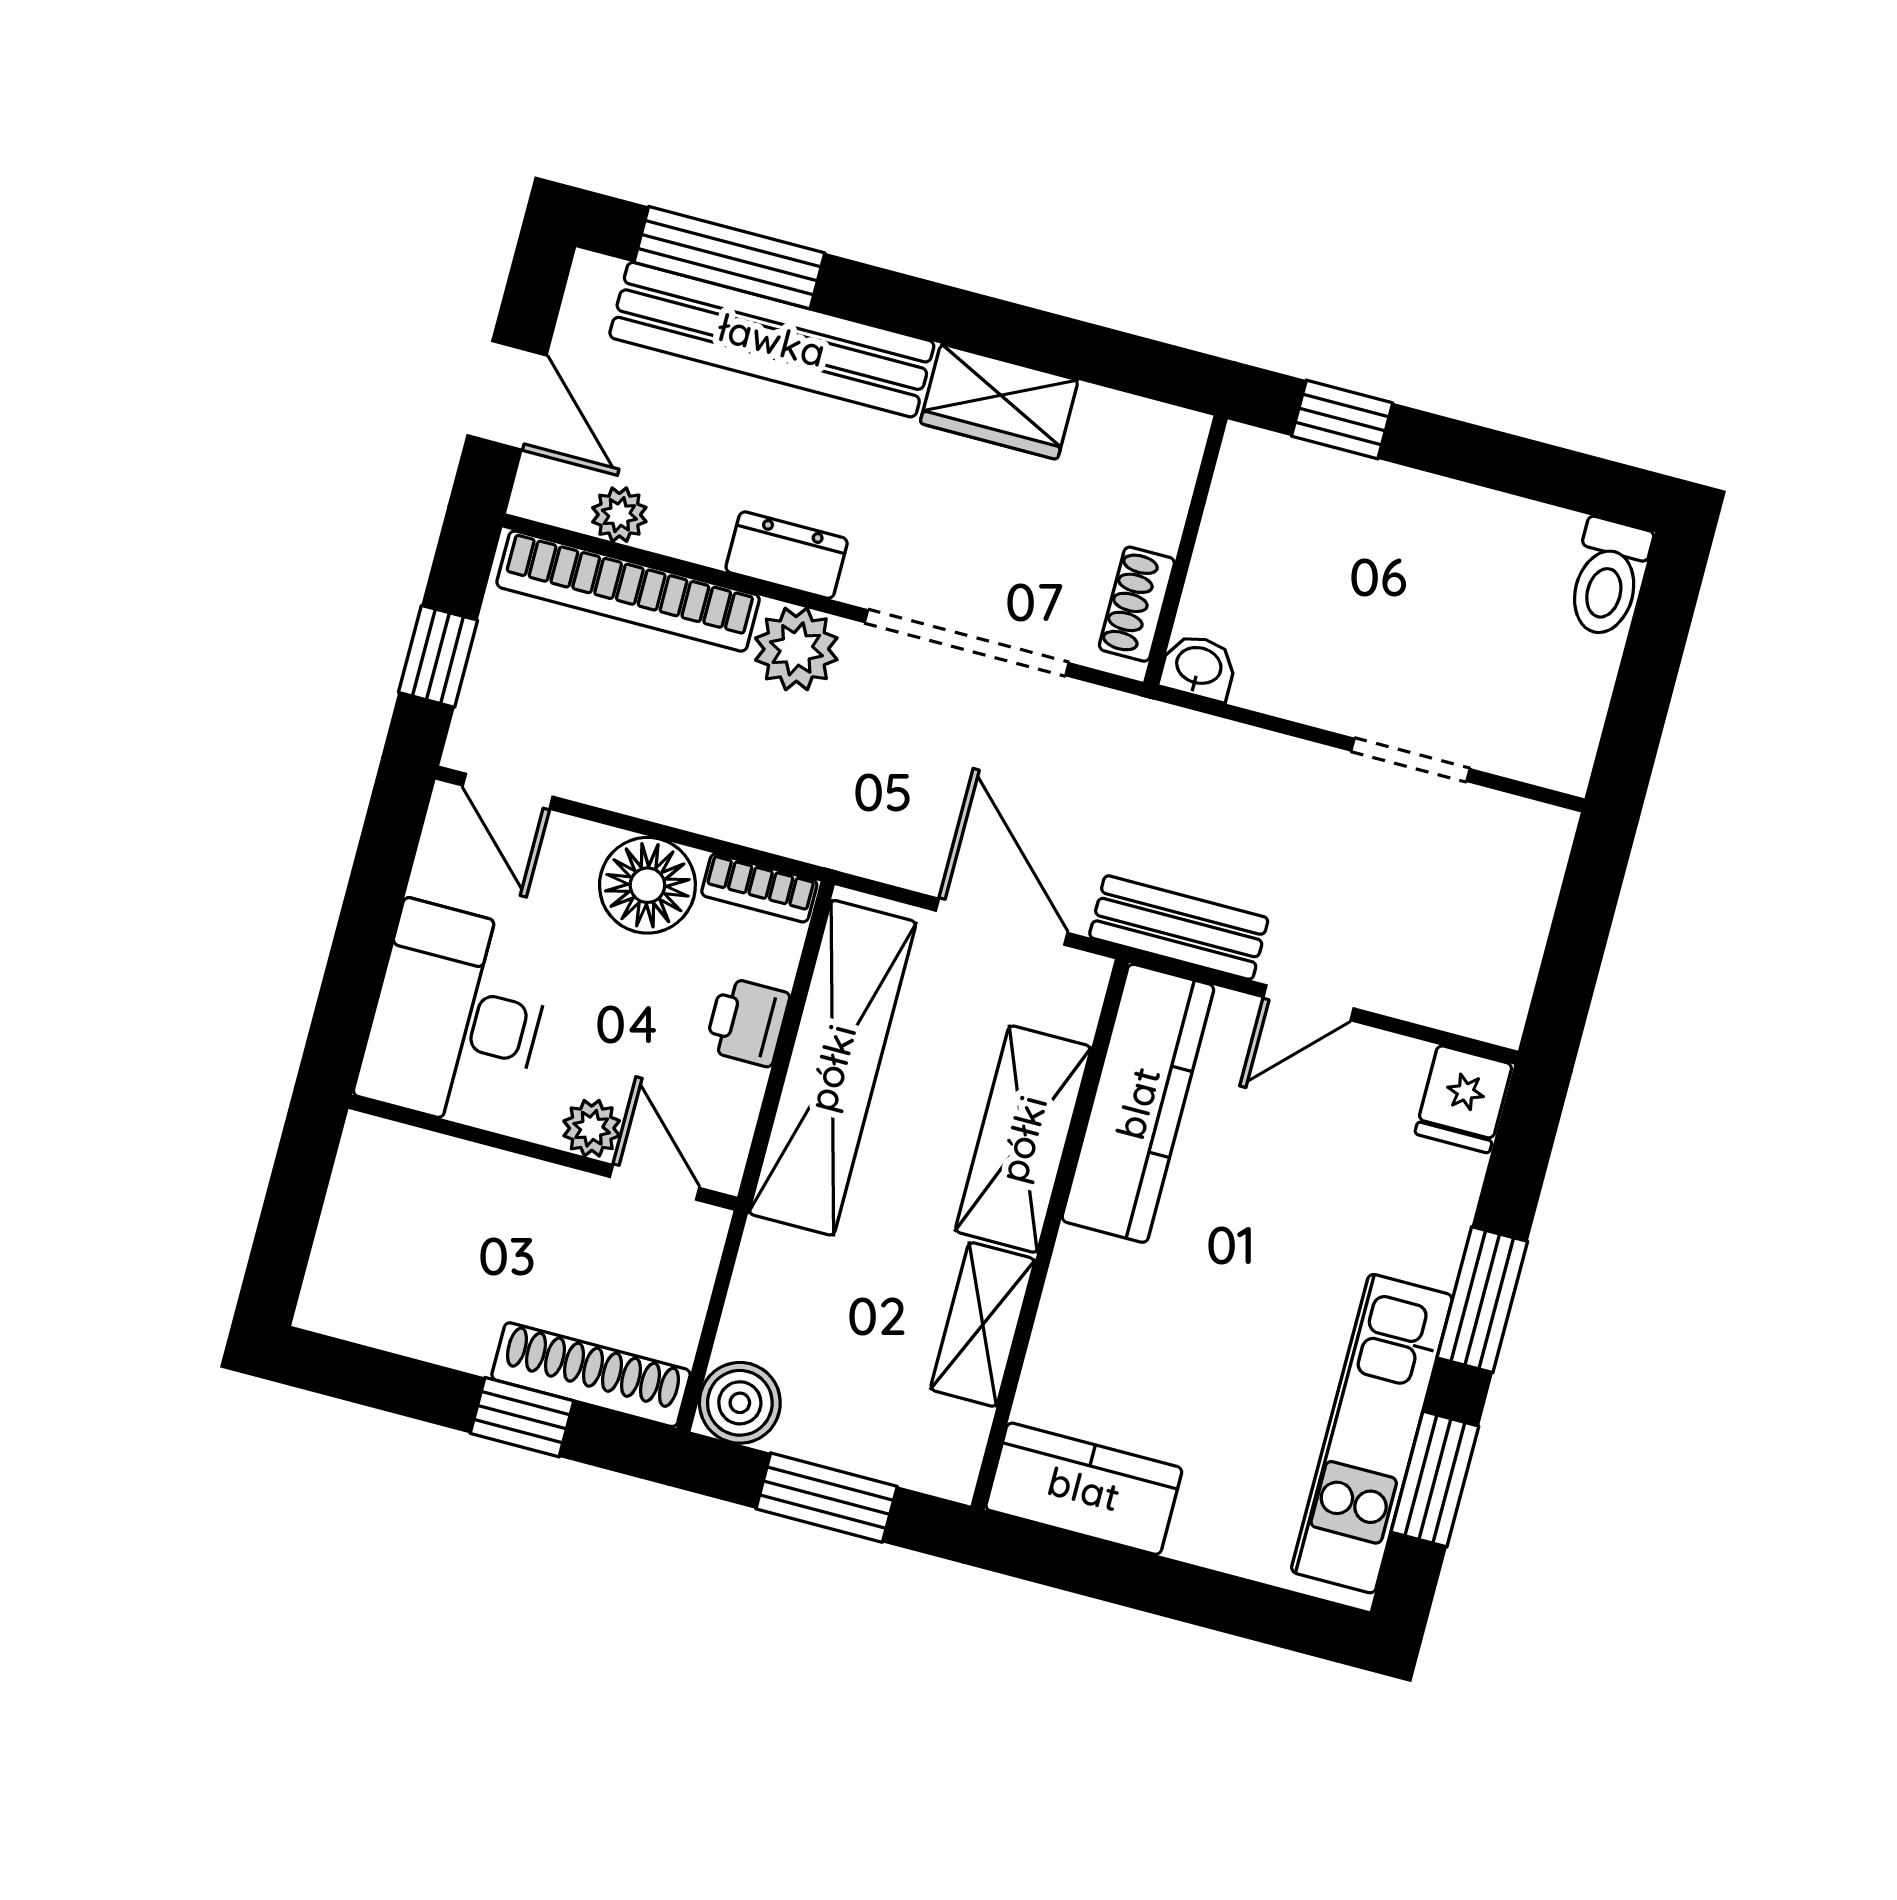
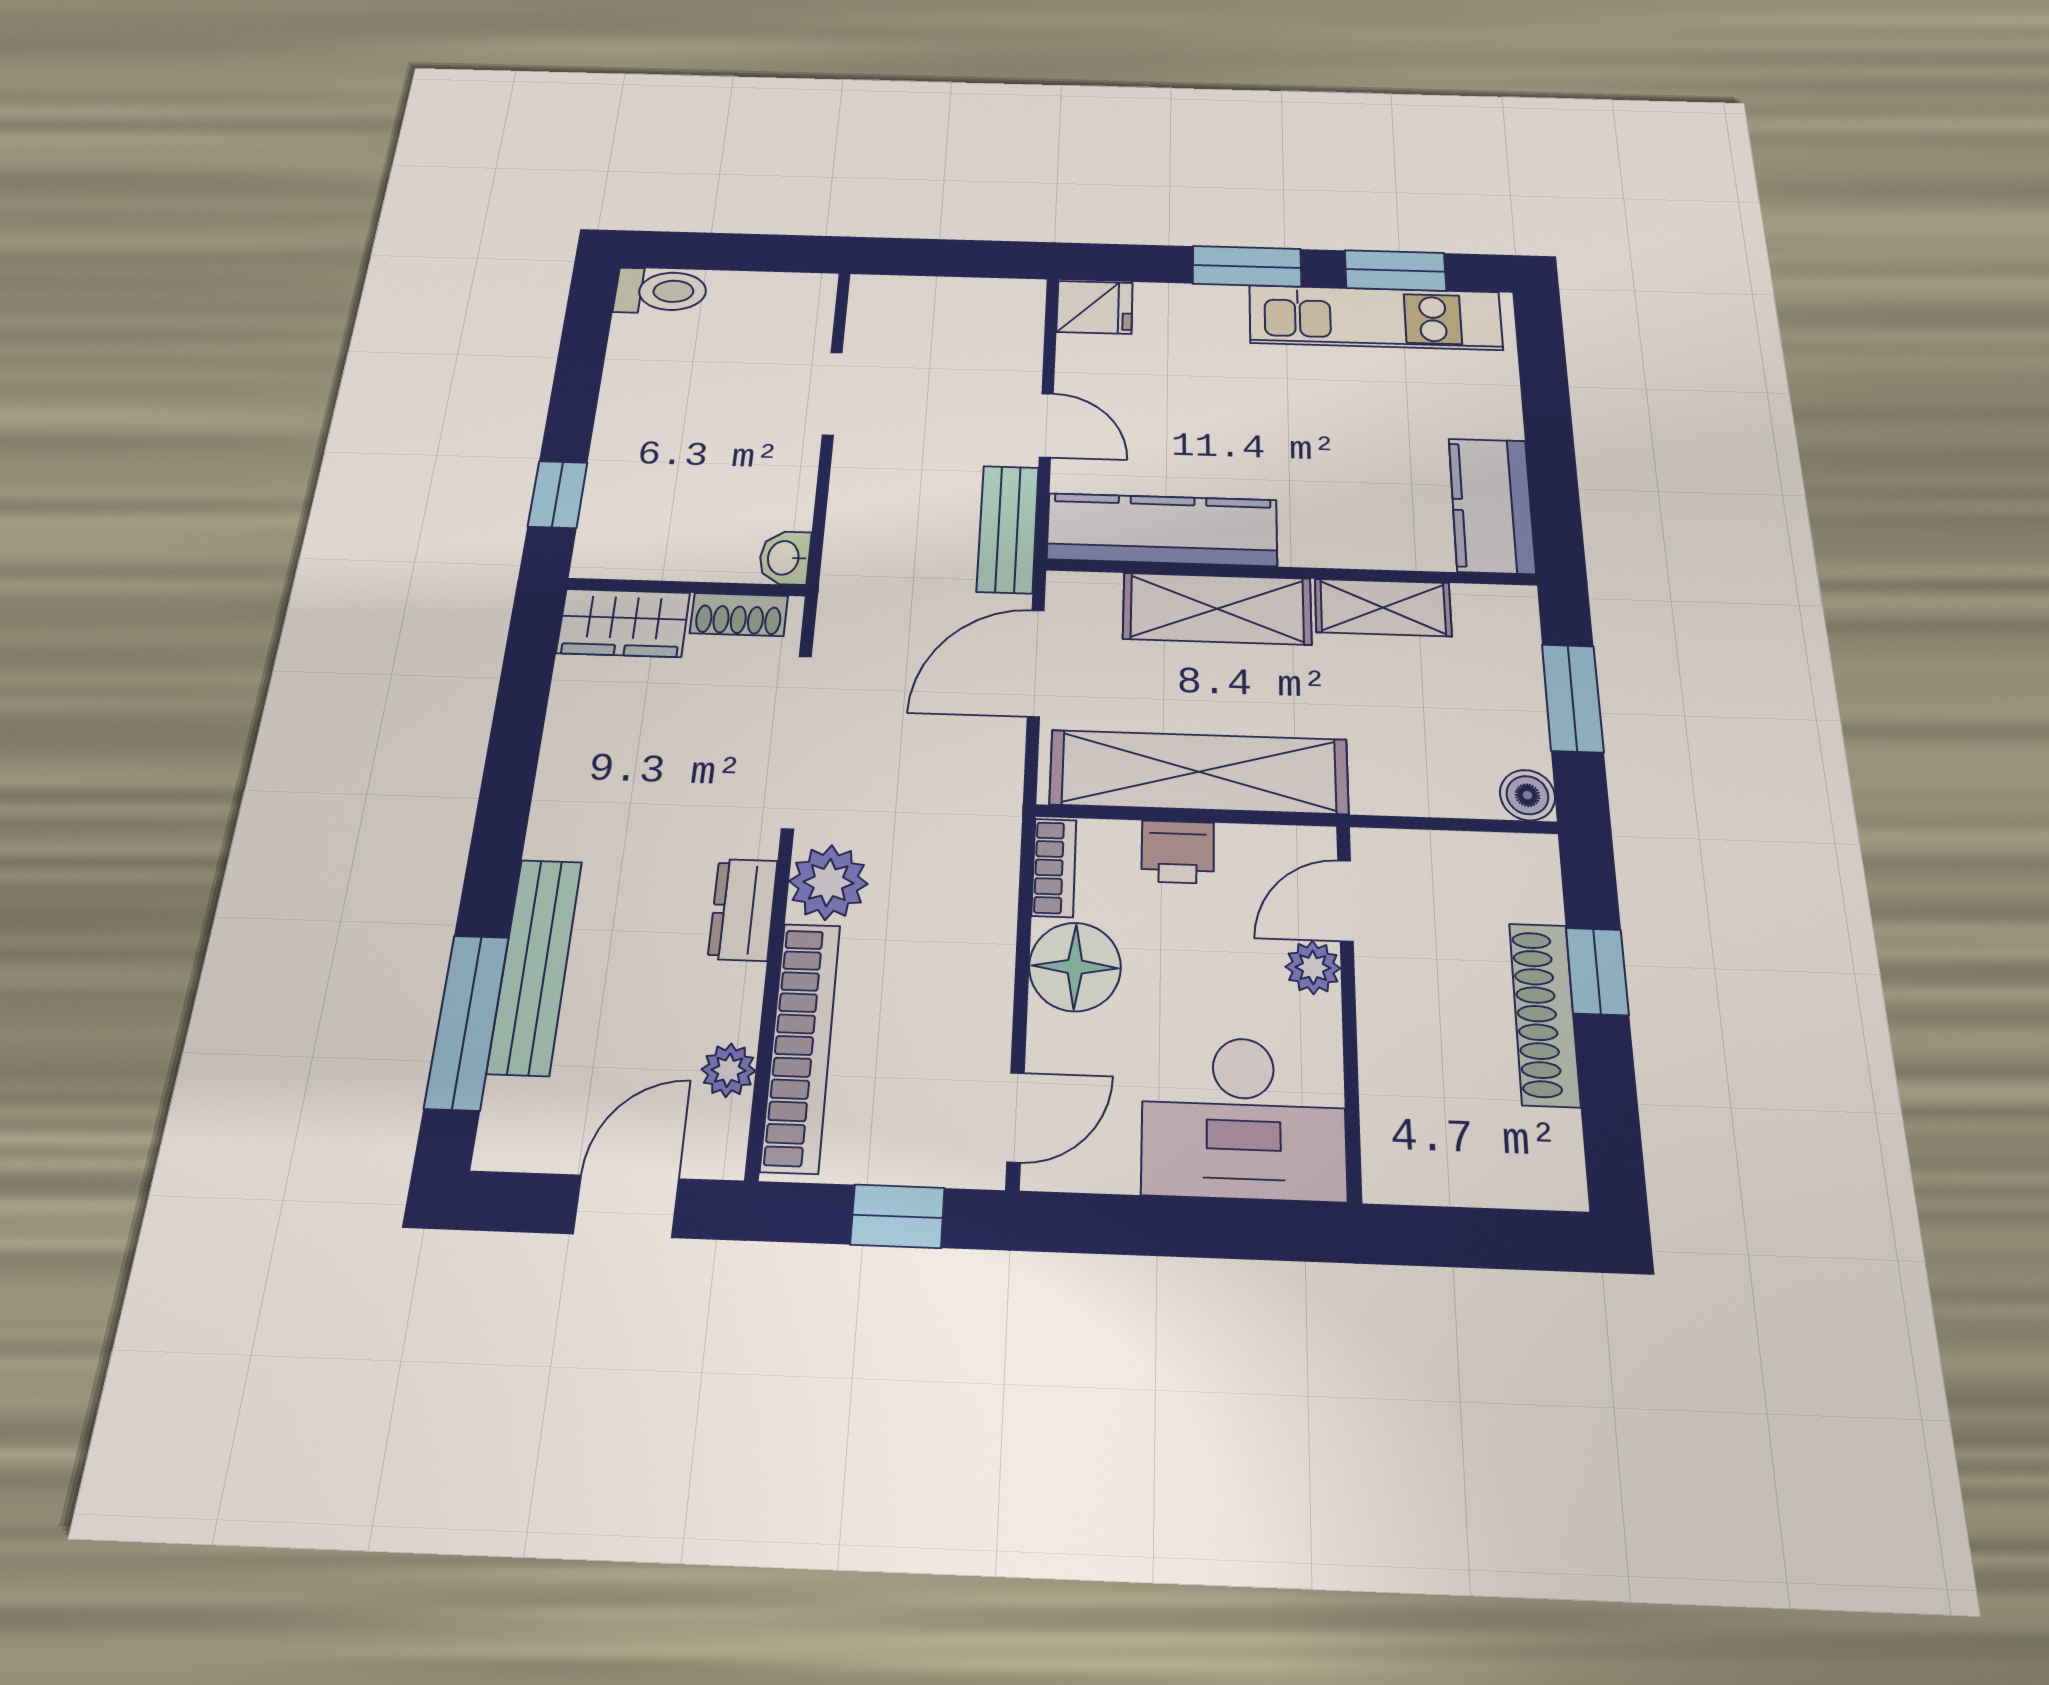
bench: (772, 340) -> (535, 966), width x0.73, depth x0.82
wardrobe: (999, 402) -> (623, 623), moved, turned 90
shoe rack: (591, 1375) -> (1544, 1014), moved
boiler: (740, 1403) -> (1527, 795), width x0.73, depth x0.73

